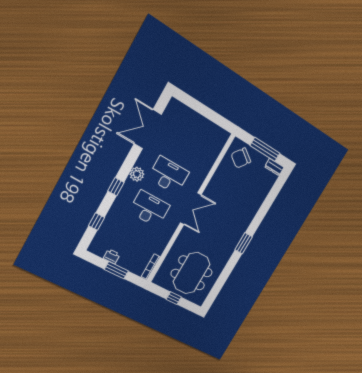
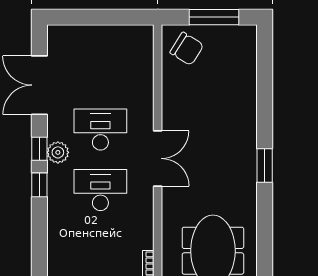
chair: (241, 158) -> (187, 49), turned -94
dresser: (274, 167) -> (243, 33), removed
window: (97, 222) -> (39, 149), moved

